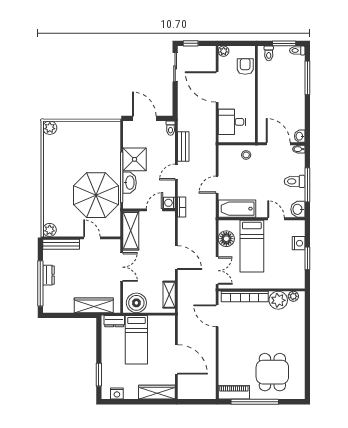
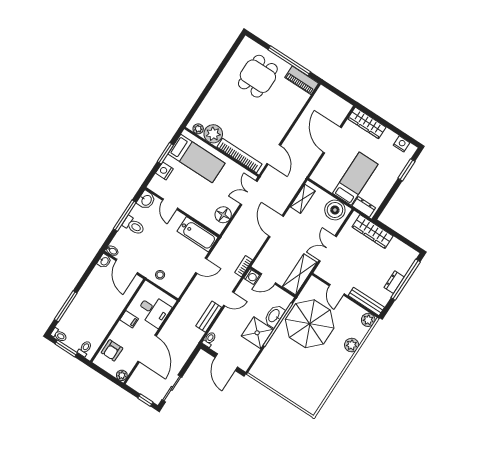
filing cabinet: (248, 101) -> (129, 319), added
plant: (50, 128) -> (352, 345), moved
bed: (252, 246) -> (197, 159), moved, turned 90

